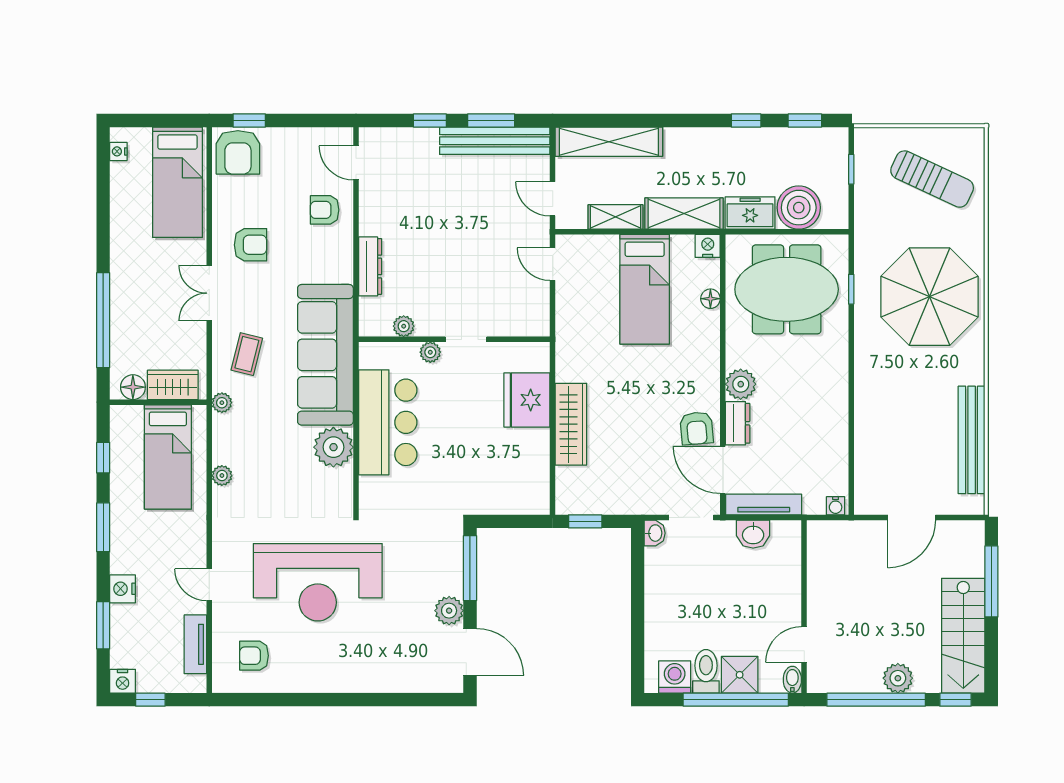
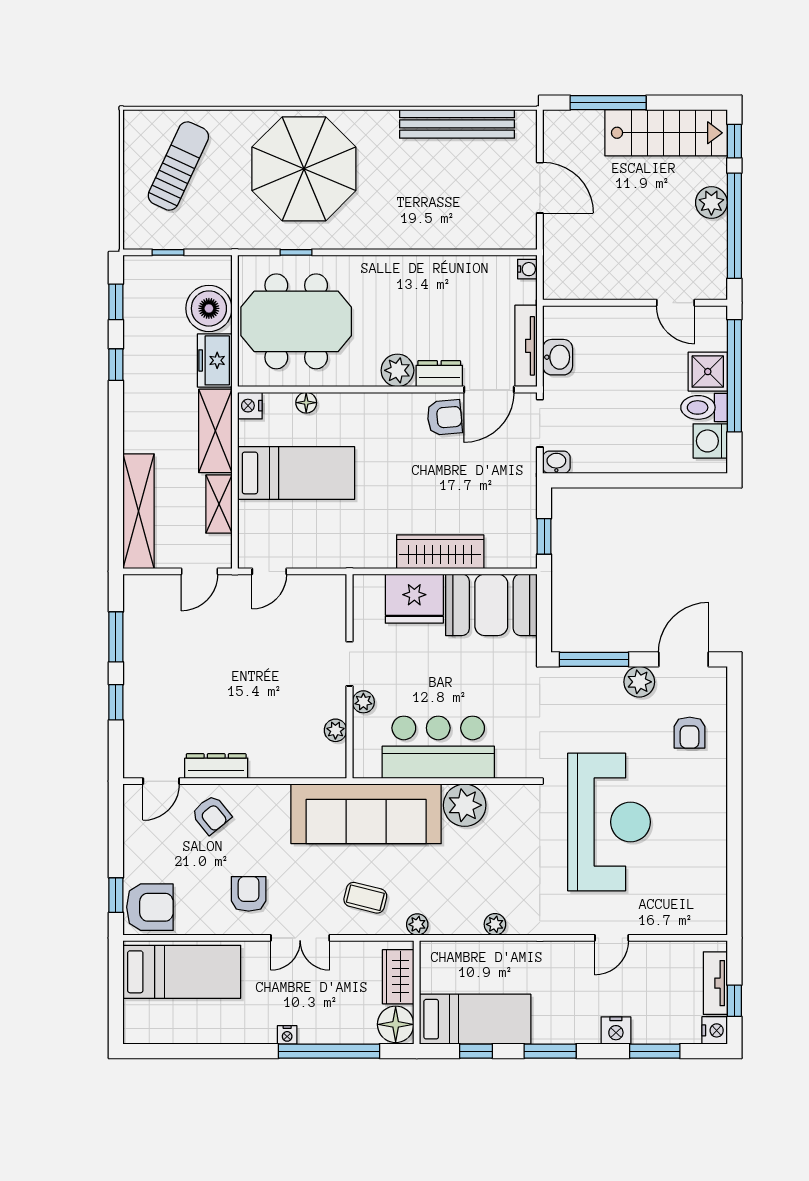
bench: (495, 141) -> (138, 633), removed
nightstand: (118, 151) -> (287, 1035), moved
armchair: (325, 210) -> (211, 815), turned -39
dresser: (370, 266) -> (216, 766), moved
meeting table: (787, 289) -> (296, 321), turned 90
floor lamp: (133, 387) -> (396, 1024), width x1.38, depth x1.38
bed: (168, 457) -> (475, 1019), moved
booth: (521, 472) -> (491, 605), added
tv unit: (195, 644) -> (715, 983), moved, turned 90
armchair: (254, 656) -> (690, 733), moved
bidet: (792, 680) -> (713, 315), removed

